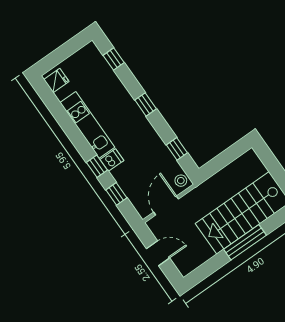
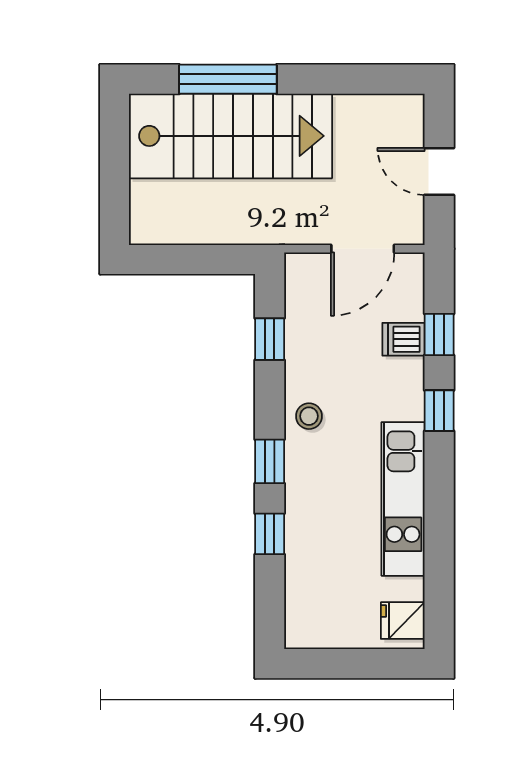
window: (114, 59) -> (270, 534), moved
dishwasher: (112, 160) -> (403, 339), moved
stool: (181, 181) -> (309, 416), moved
window: (245, 242) -> (228, 79), moved

